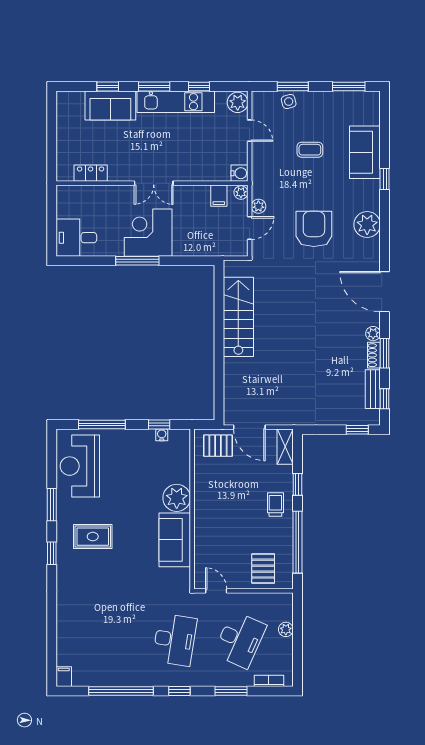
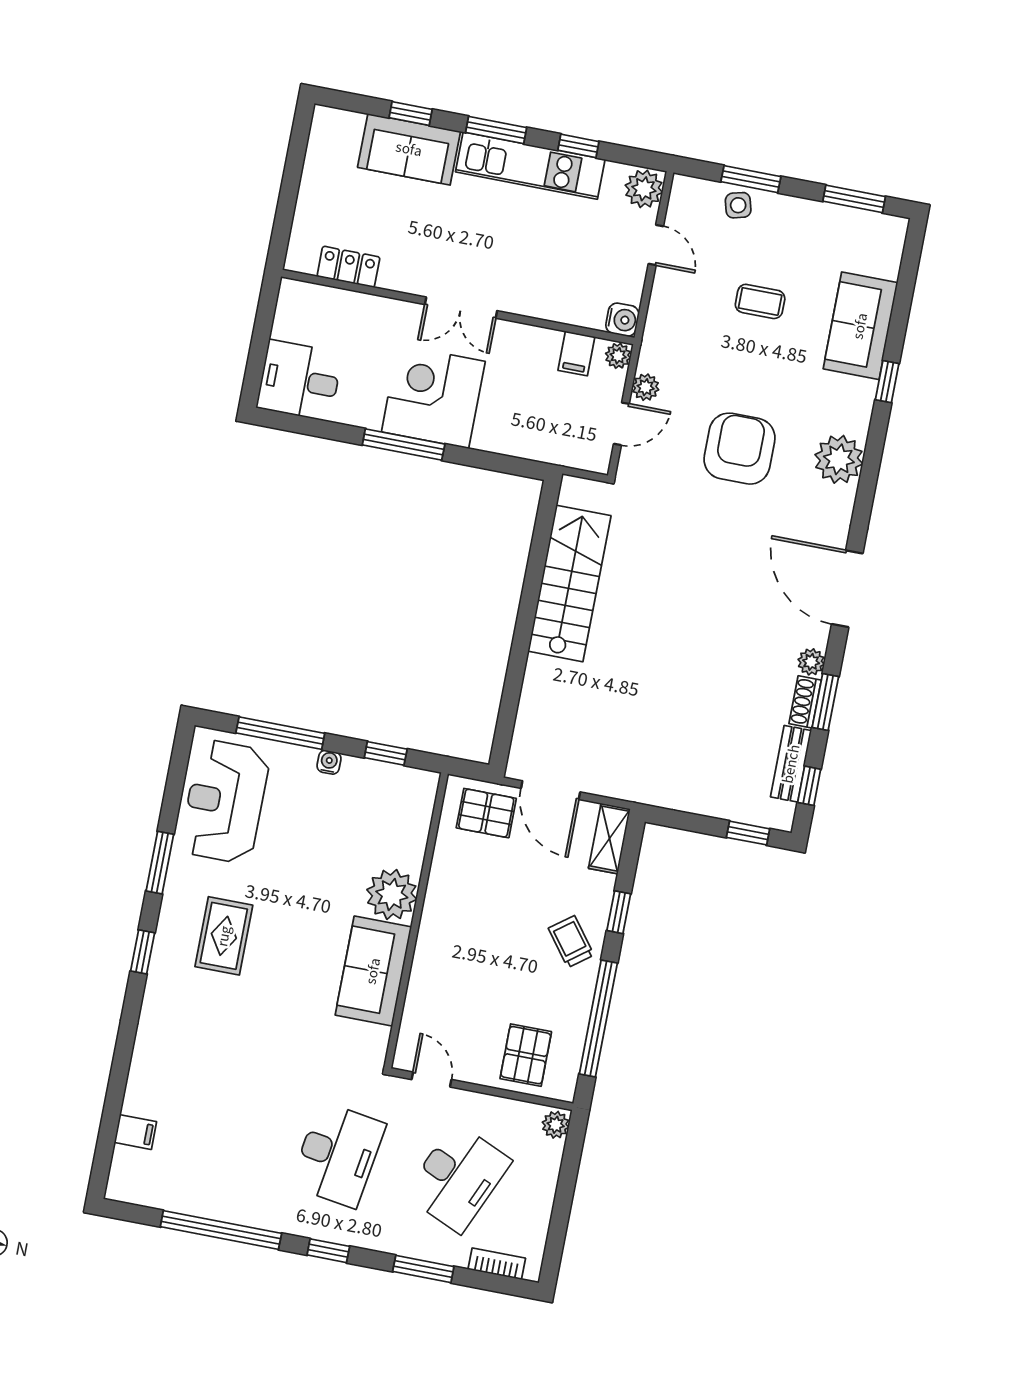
water cooler: (162, 435) -> (329, 762), moved
trolley: (275, 504) -> (571, 942), turned -37
rug: (93, 537) -> (224, 936), turned 90
plant: (286, 629) -> (556, 1125), moved
filing cabinet: (64, 677) -> (135, 1132), moved, turned 90

